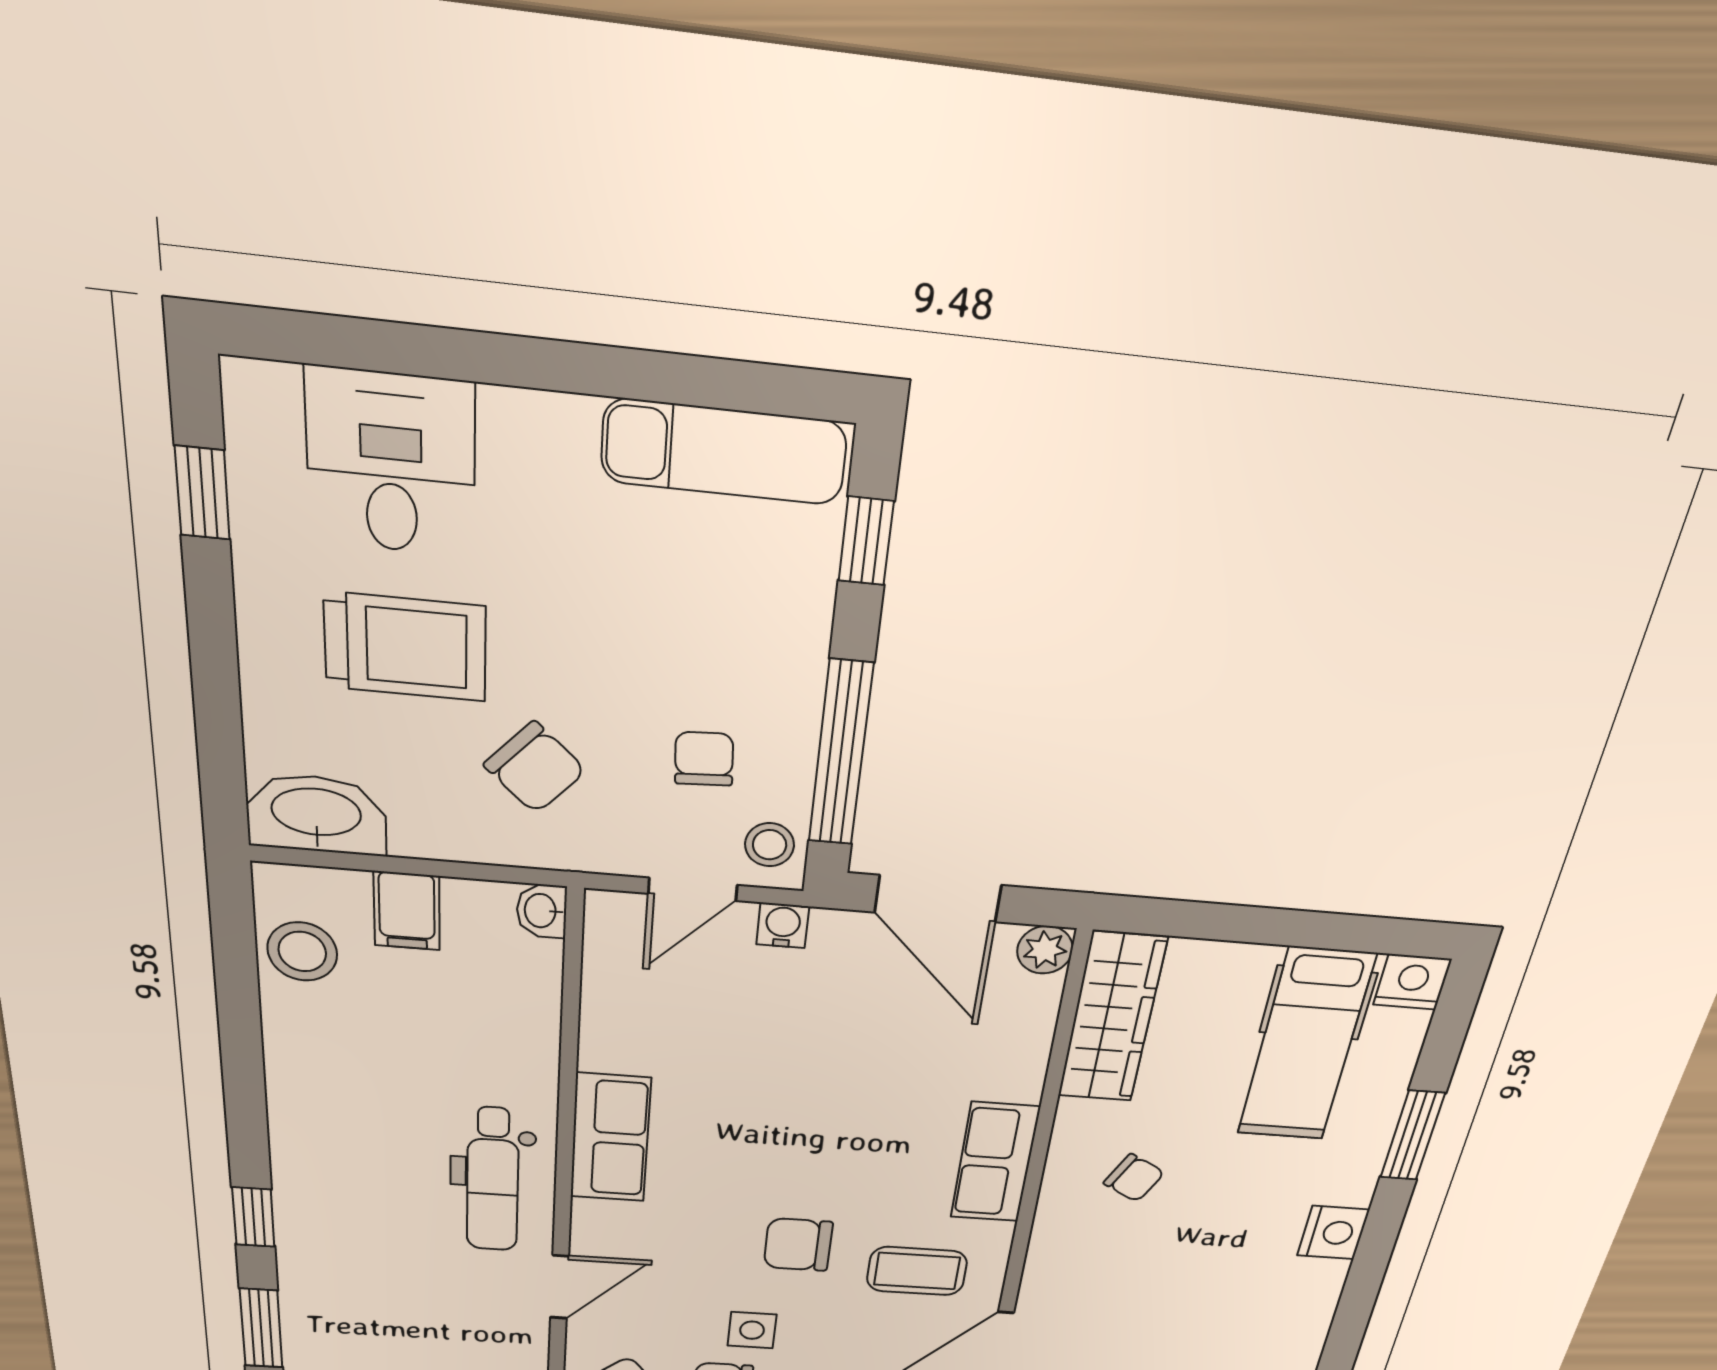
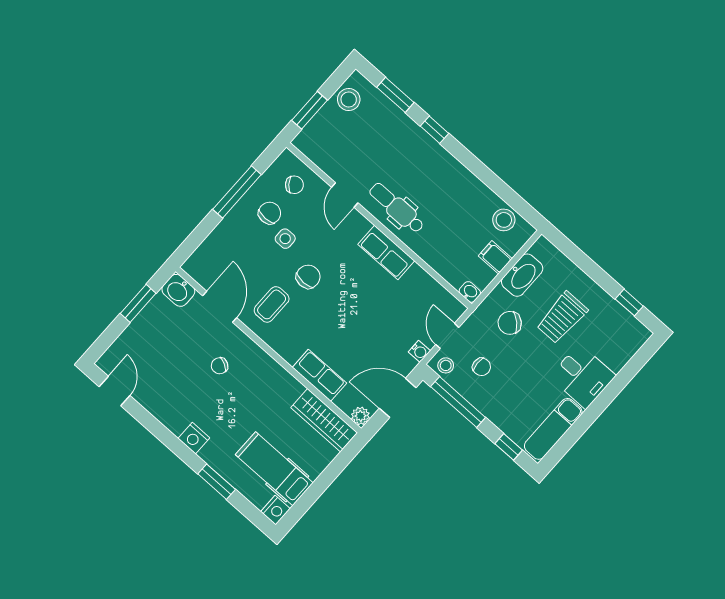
desk: (391, 463) -> (583, 376), moved
washbasin: (316, 814) -> (522, 275), moved
row of seats: (995, 1162) -> (319, 375), moved
chair: (1134, 1178) -> (220, 366), moved

